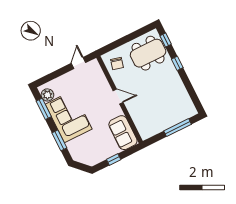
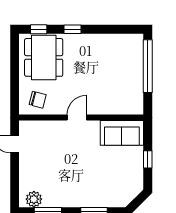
corner sofa: (69, 117) -> (71, 187), removed
window: (178, 128) -> (148, 66), width x1.46

